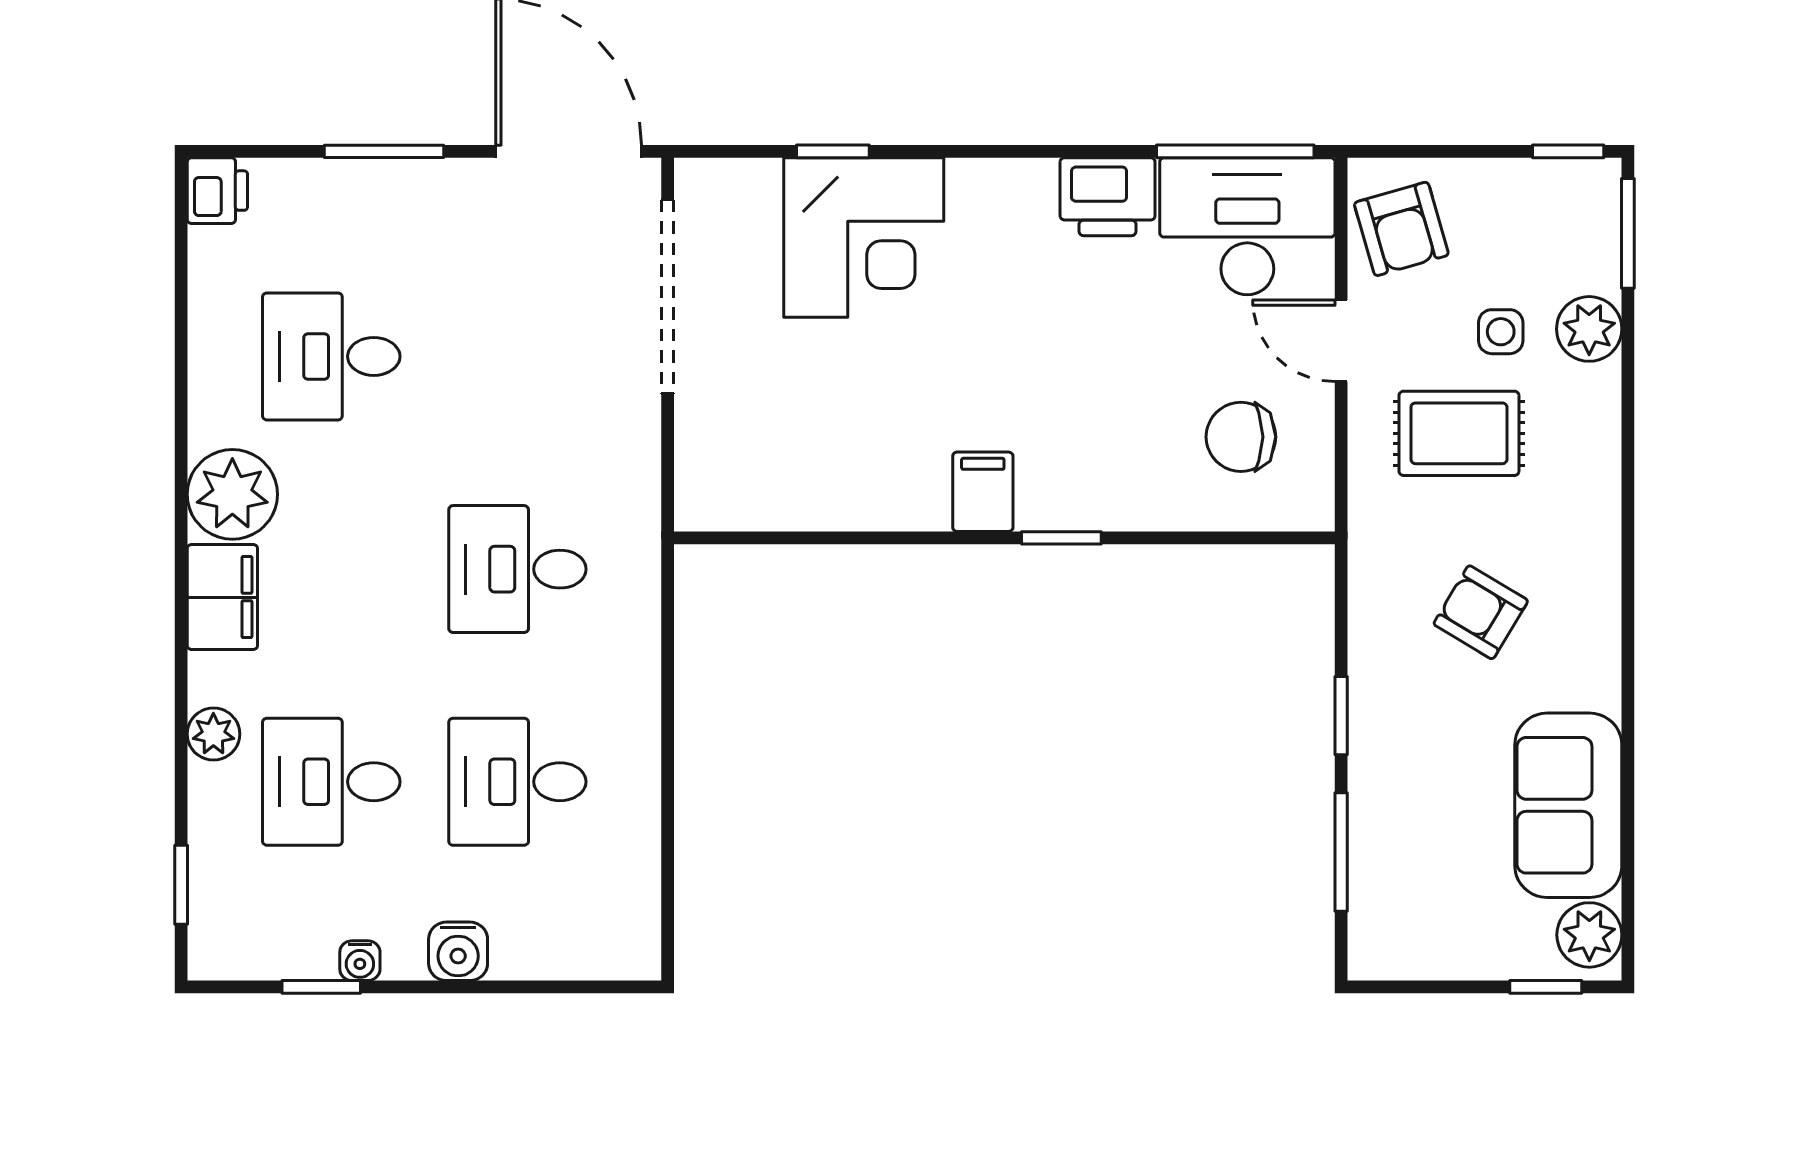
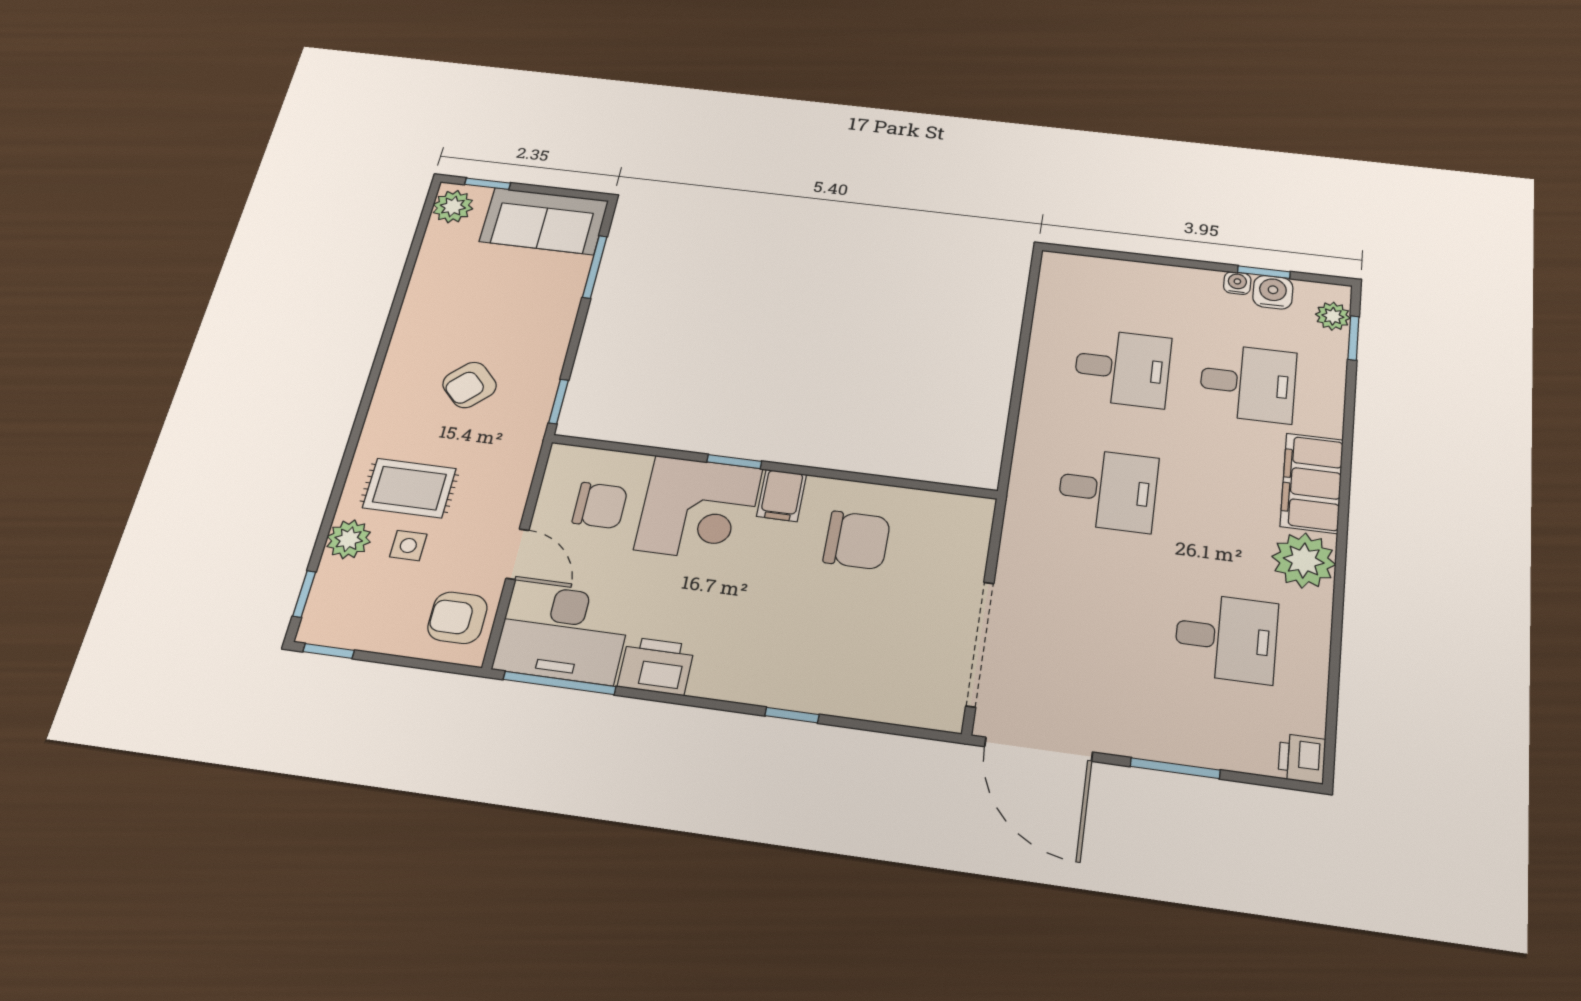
window: (833, 151) -> (792, 715), moved
armchair: (1401, 229) -> (457, 618), turned -74
window: (1628, 233) -> (304, 594), width x0.67
corner desk: (864, 237) -> (699, 509), moved, turned 180
rug: (1459, 433) -> (409, 488), moved
chair: (863, 434) -> (857, 540), added
filing cabinet: (222, 597) -> (1312, 483), width x1.50, depth x1.17
armchair: (1481, 612) -> (469, 385), turned 105
window: (1341, 716) -> (559, 401), moved
plant: (213, 734) -> (1333, 316), moved
sofa: (1568, 805) -> (544, 221), moved, turned 90
water cooler: (458, 951) -> (1273, 292), moved

